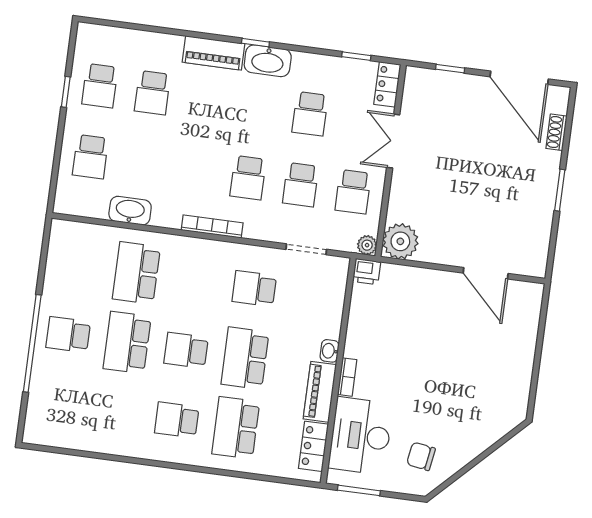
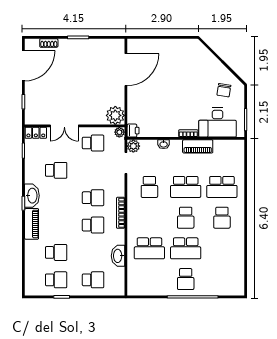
school desk: (301, 185) -> (93, 225), moved
plant: (337, 268) -> (133, 146), added
door: (486, 273) -> (126, 70), width x1.36
washbasin: (330, 351) -> (164, 144), moved
locker: (313, 446) -> (226, 146), removed

